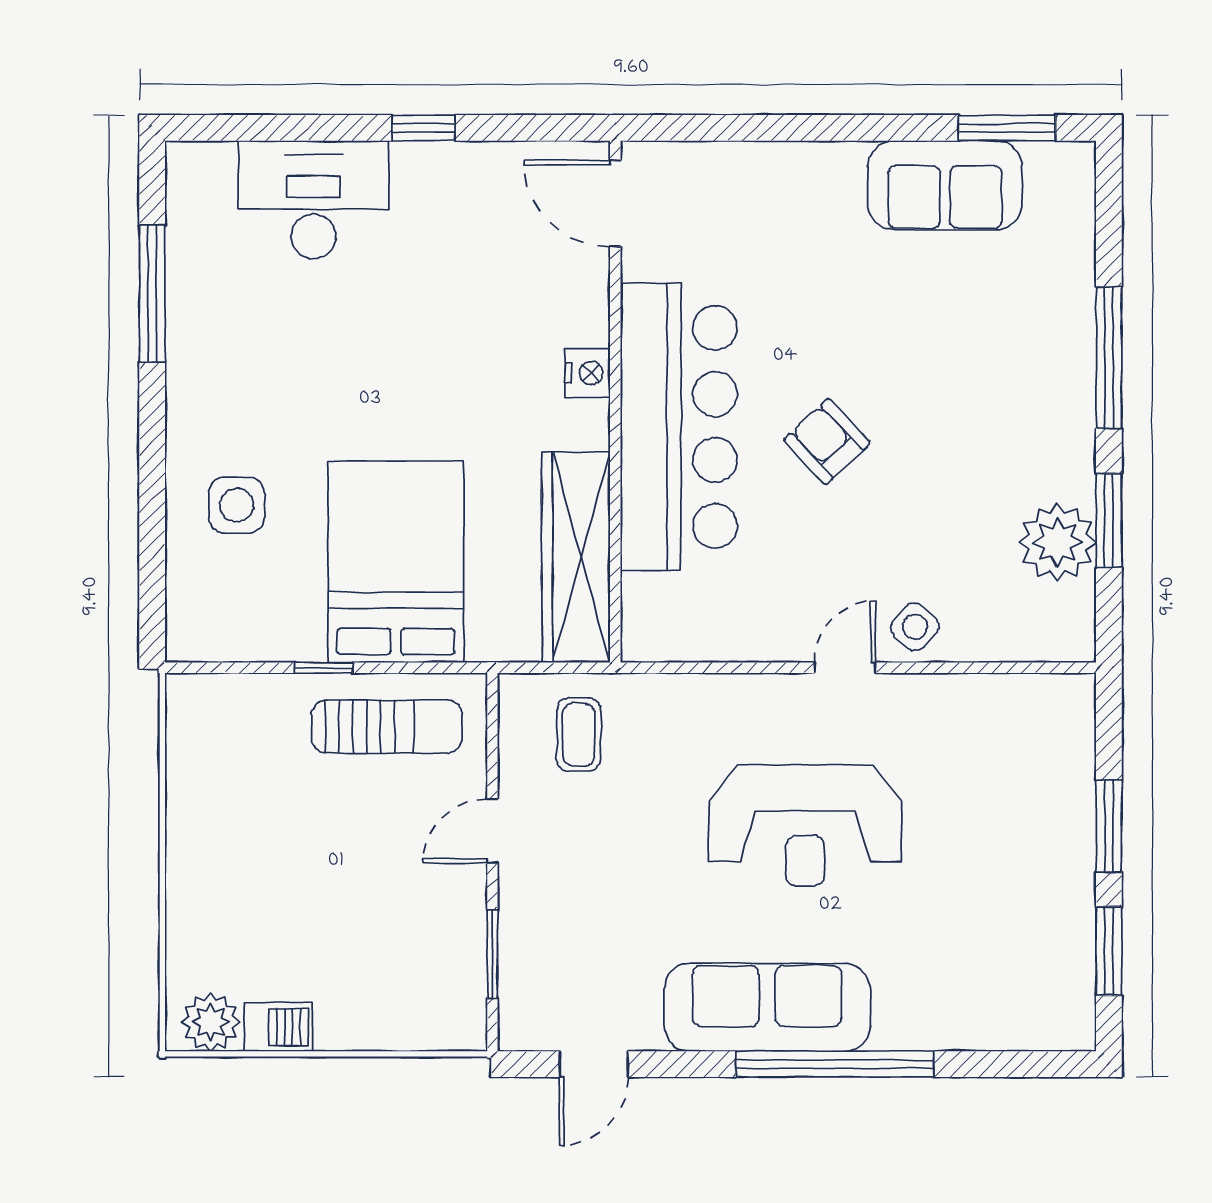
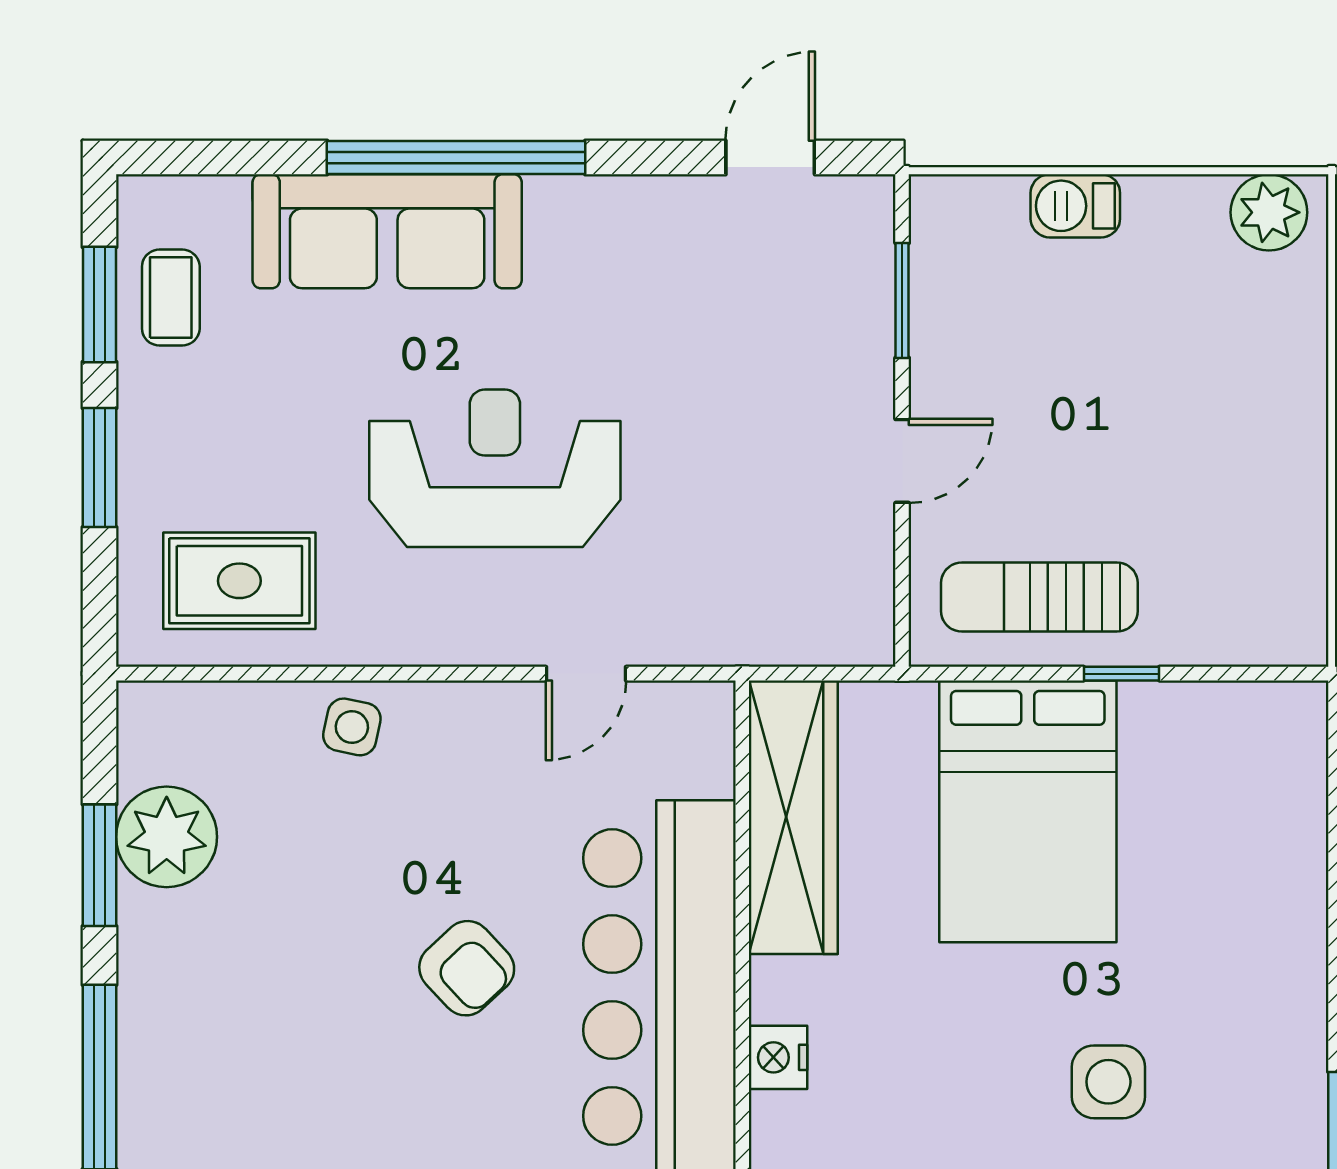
side table: (237, 505) -> (1108, 1082), moved
side table: (915, 627) -> (352, 727), turned -30
door: (845, 668) -> (586, 674), moved
coffee table: (579, 735) -> (171, 298), moved
rug: (1001, 739) -> (239, 581), added
sofa: (767, 1007) -> (387, 231), moved
barbecue: (278, 1027) -> (1075, 206), moved

